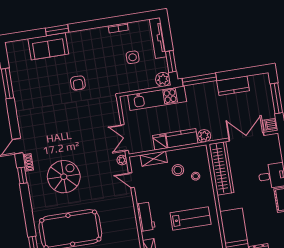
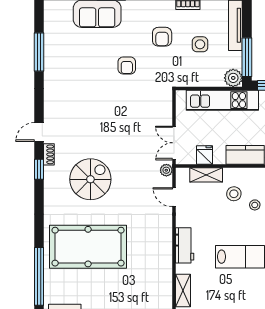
armchair: (102, 56) -> (162, 37), added
window: (171, 61) -> (247, 57), width x1.44
fridge: (160, 142) -> (204, 155), moved

